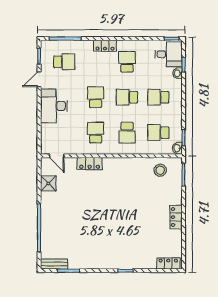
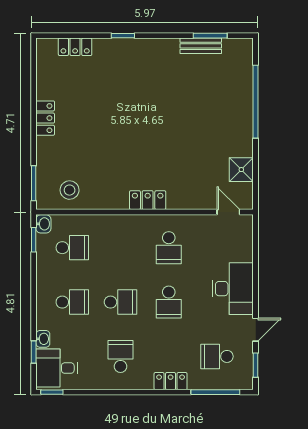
locker: (105, 46) -> (171, 381), moved
school desk: (127, 62) -> (121, 356), turned 180
school desk: (127, 133) -> (121, 248), removed
locker: (90, 164) -> (148, 200), moved
locker: (168, 263) -> (75, 47), moved
bench: (54, 264) -> (201, 46), moved

